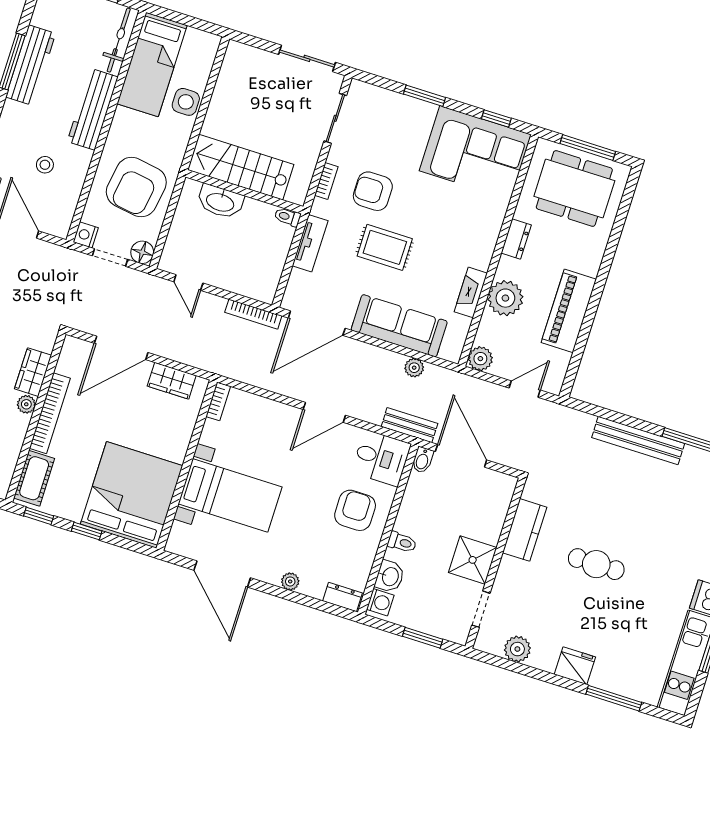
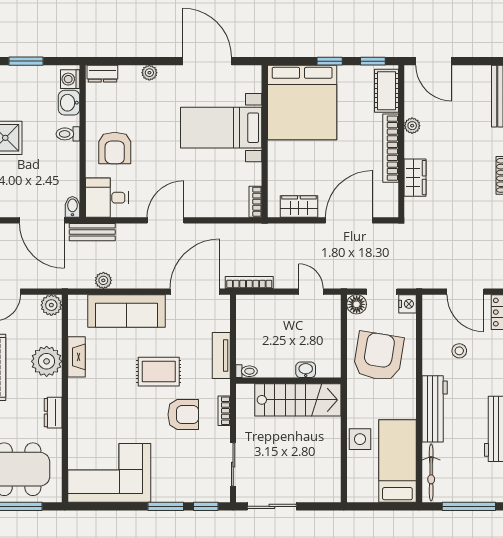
window: (496, 119) -> (206, 506), moved
washbasin: (220, 202) -> (306, 370), width x0.52, depth x0.69
plant: (26, 404) -> (412, 126), moved

